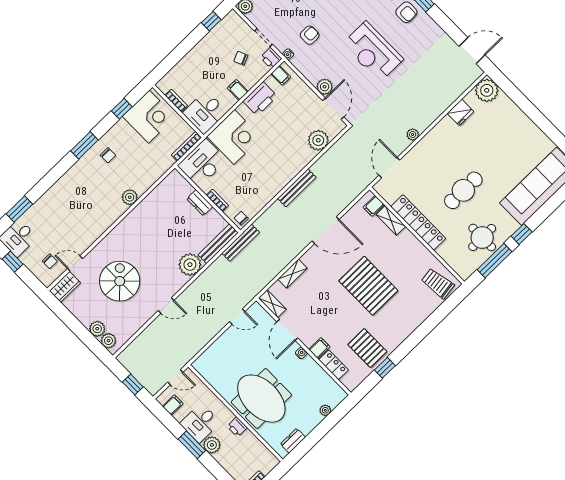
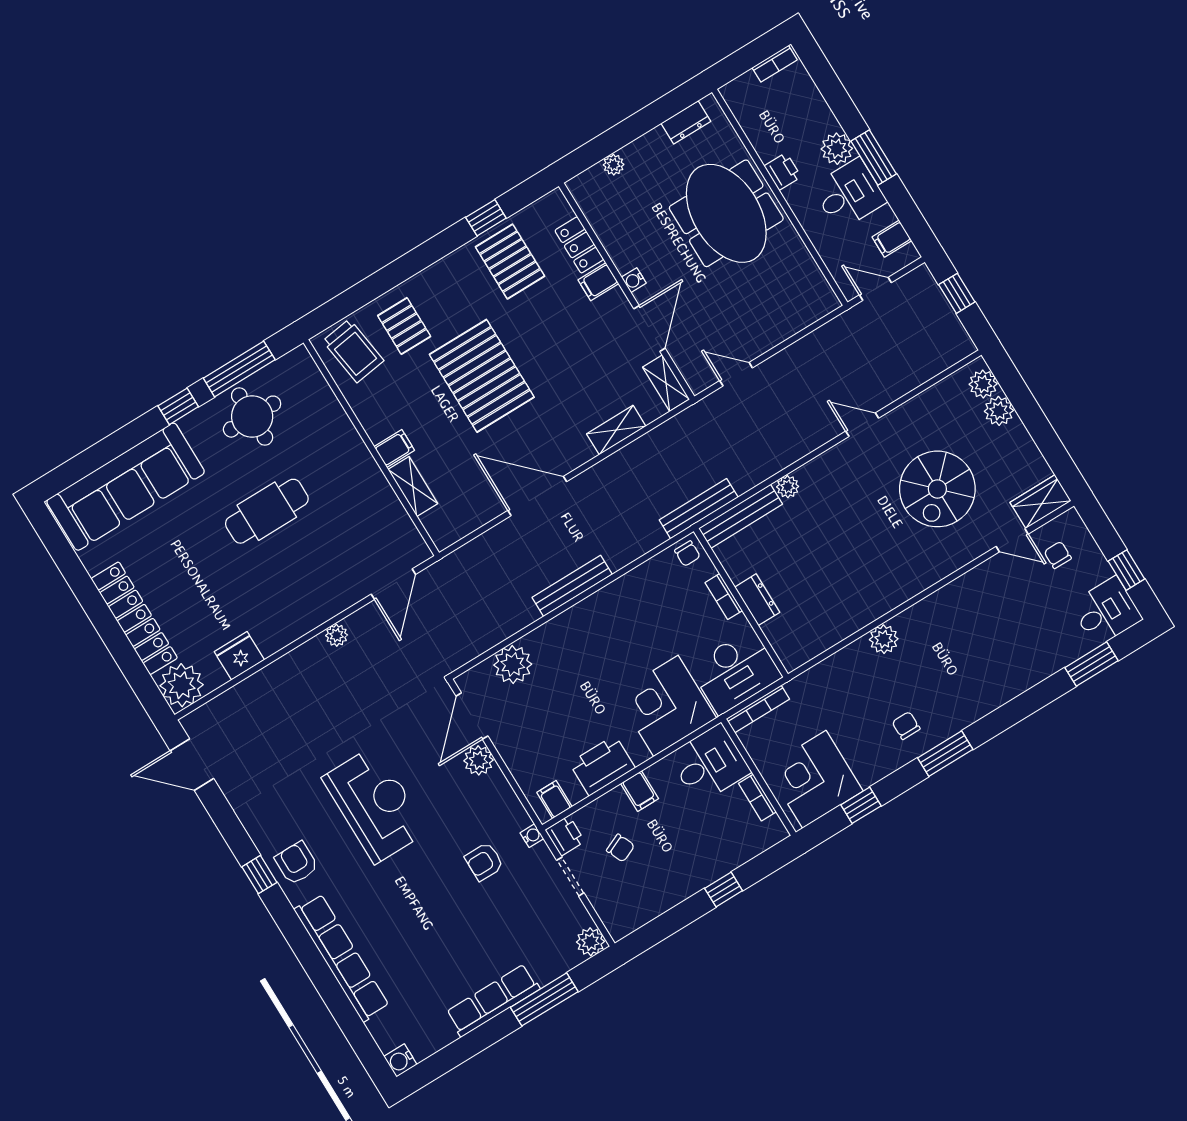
window: (211, 21) -> (724, 890), moved
filing cabinet: (374, 206) -> (394, 448), moved
locker: (418, 222) -> (134, 618), moved, turned 180
plant: (190, 265) -> (788, 487), width x0.53, depth x0.53
pallet: (414, 302) -> (404, 326), added

